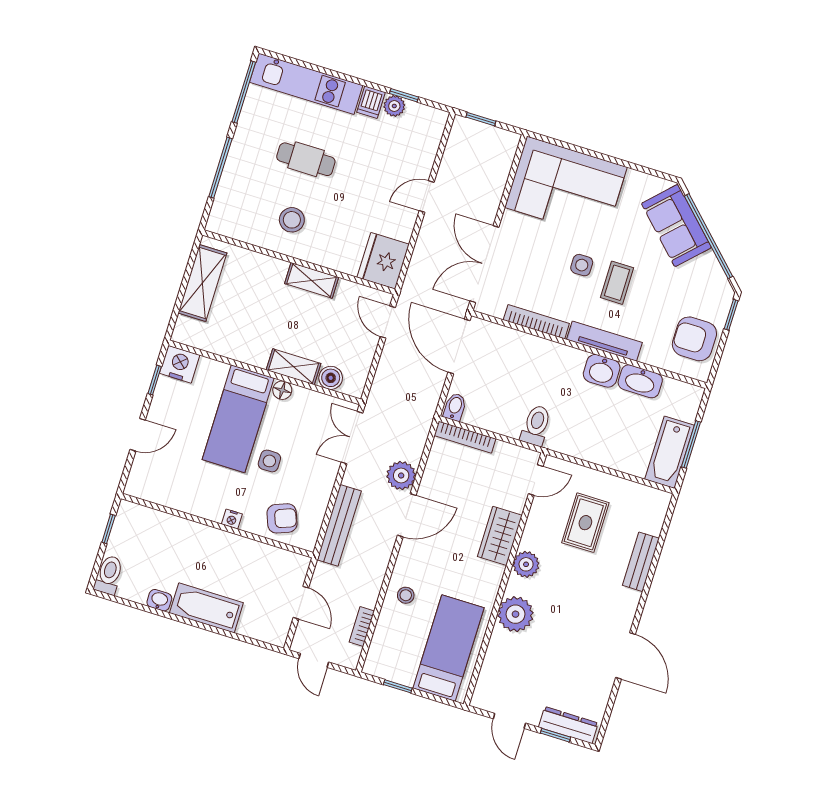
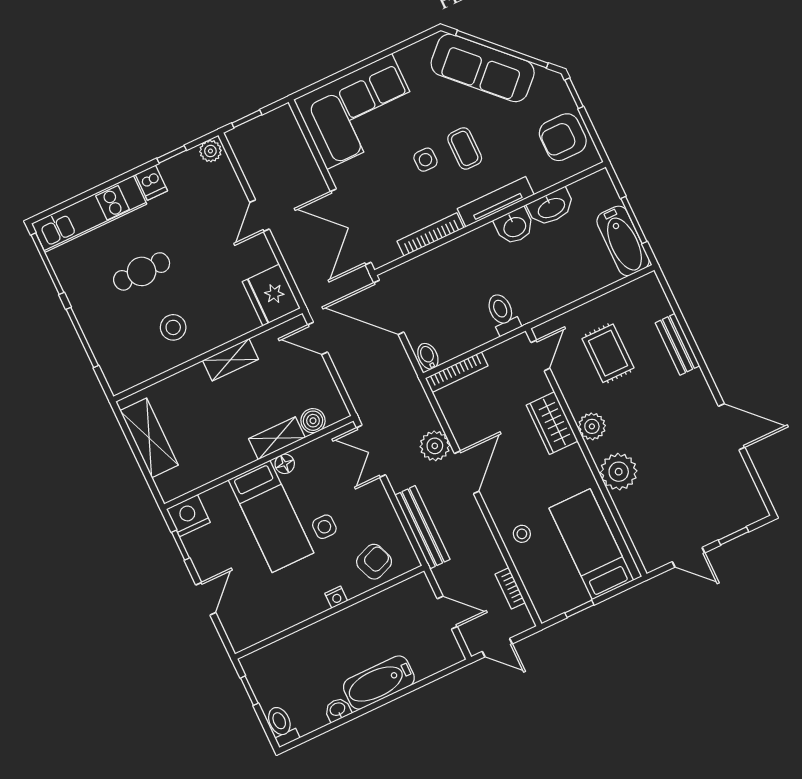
plant: (394, 106) -> (210, 151), moved
sofa: (676, 225) -> (483, 68), width x1.36
dresser: (568, 725) -> (736, 519), removed

